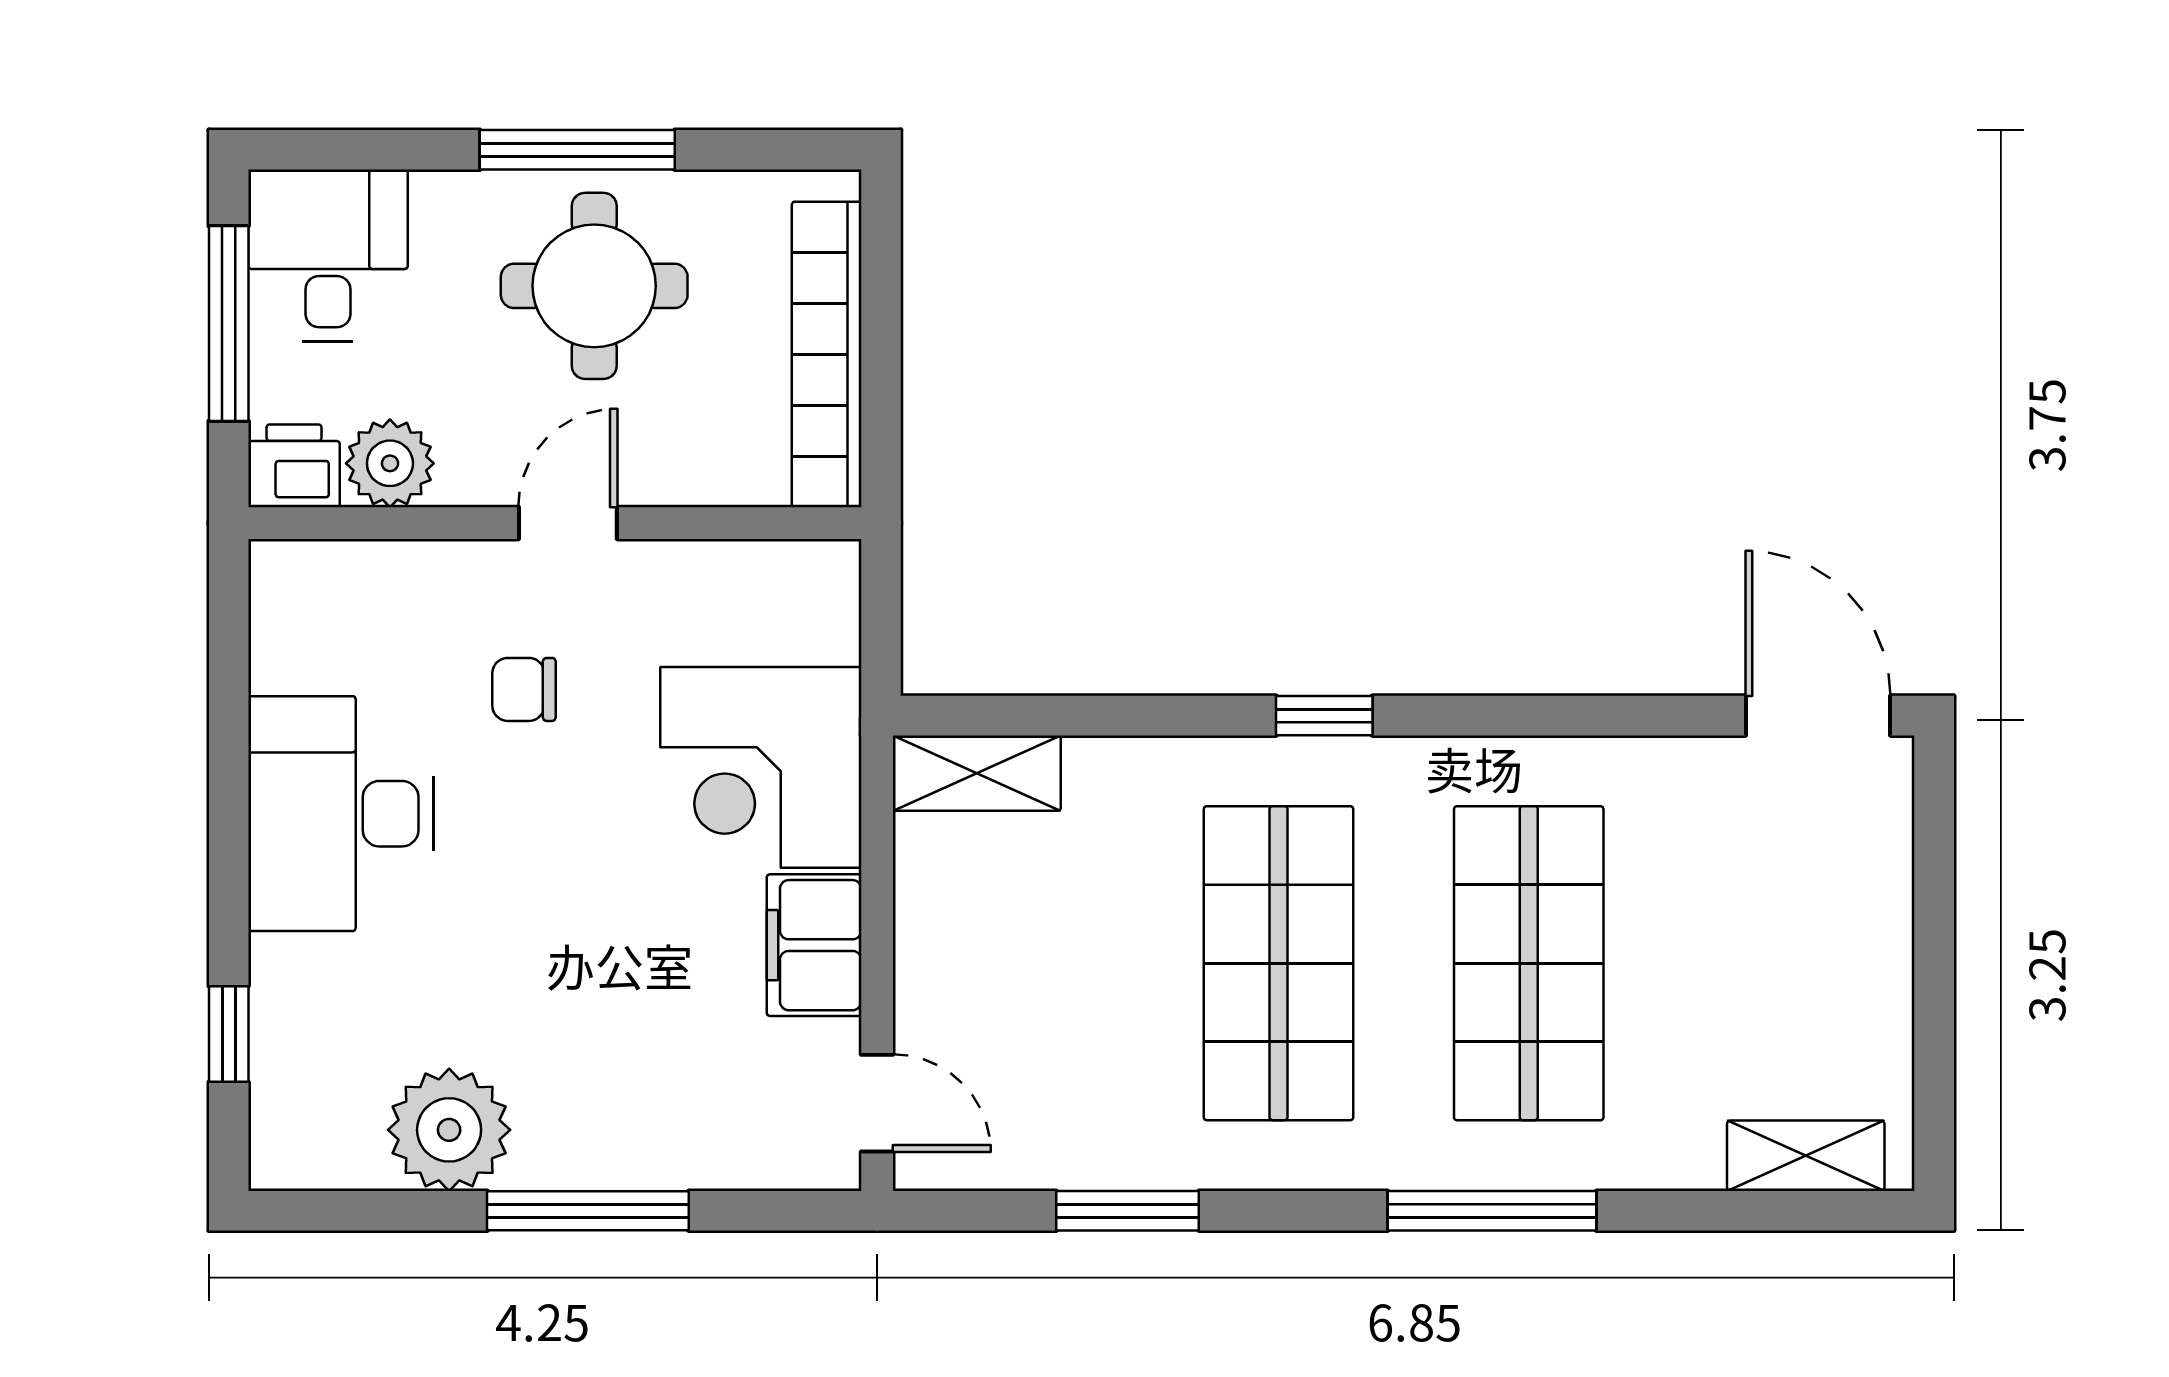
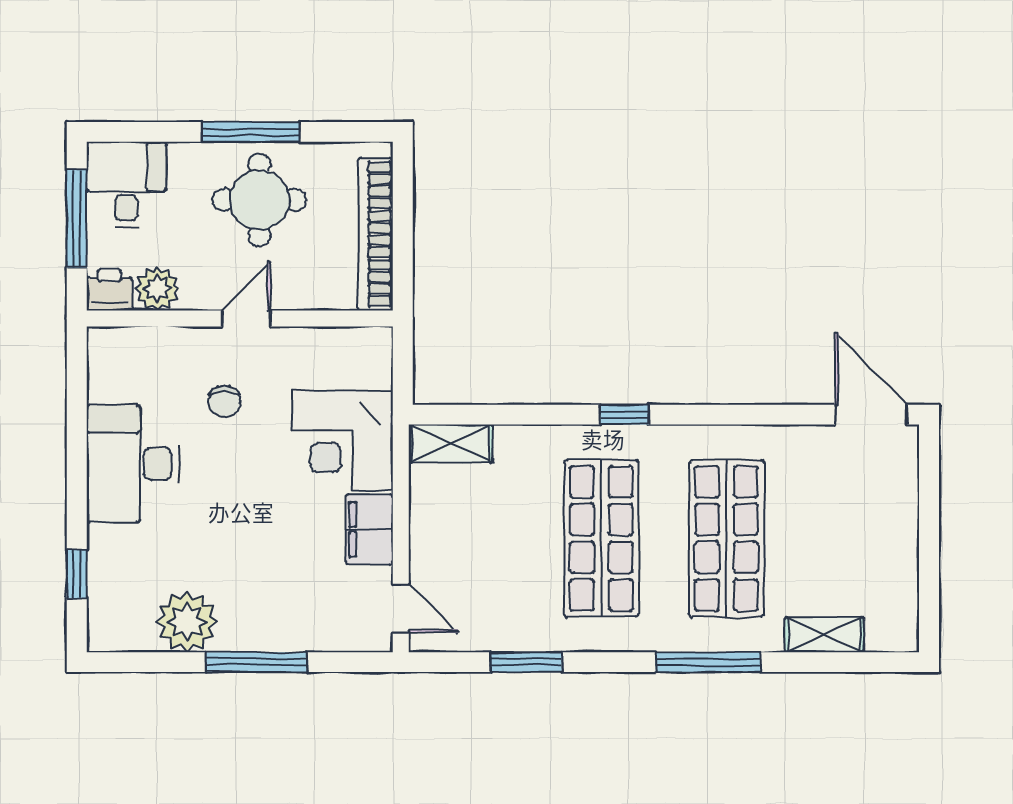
chair: (524, 689) -> (224, 402), turned -90
shelving: (1806, 1156) -> (825, 635), moved

